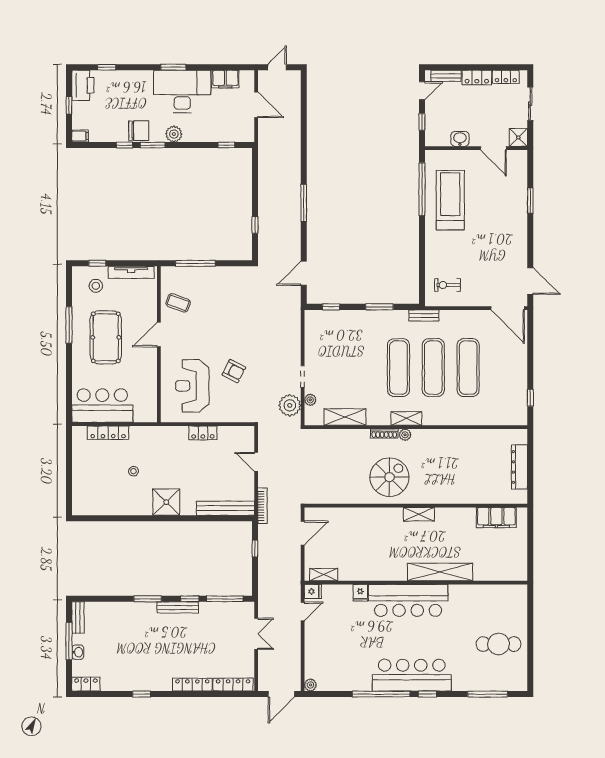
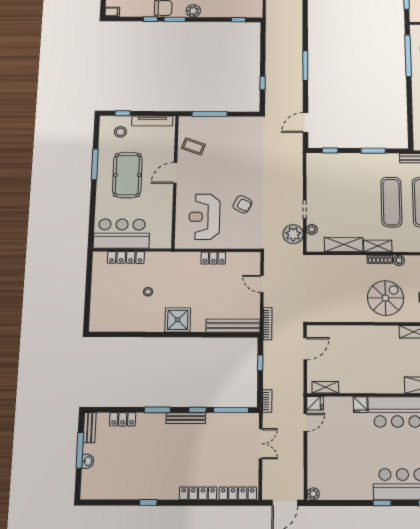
shelving: (406, 418) -> (378, 246), moved
bookcase: (263, 589) -> (267, 401), added
locker: (86, 684) -> (123, 419), moved, turned 180
window: (381, 694) -> (382, 503), width x0.32

